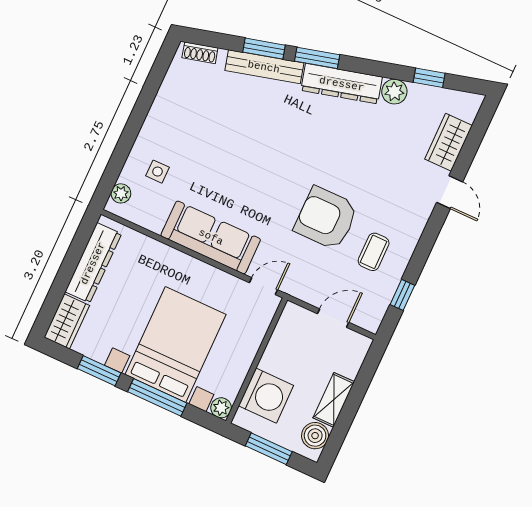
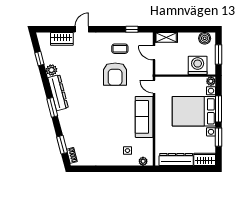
window: (264, 49) -> (62, 145), moved
bench: (264, 67) -> (66, 127), removed
shelving: (334, 400) -> (166, 37), moved

